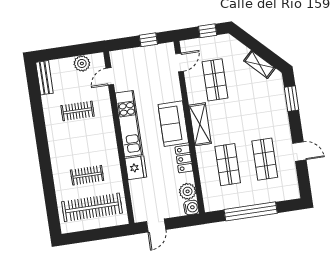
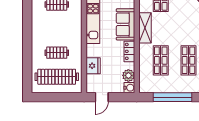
fridge: (136, 168) -> (93, 66), moved

